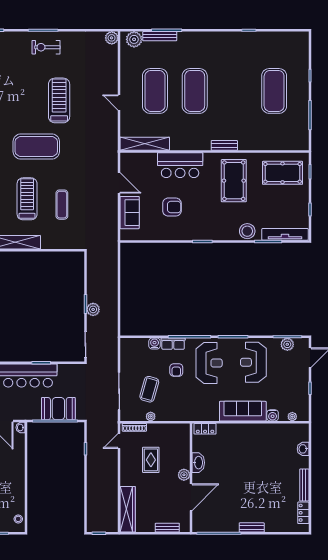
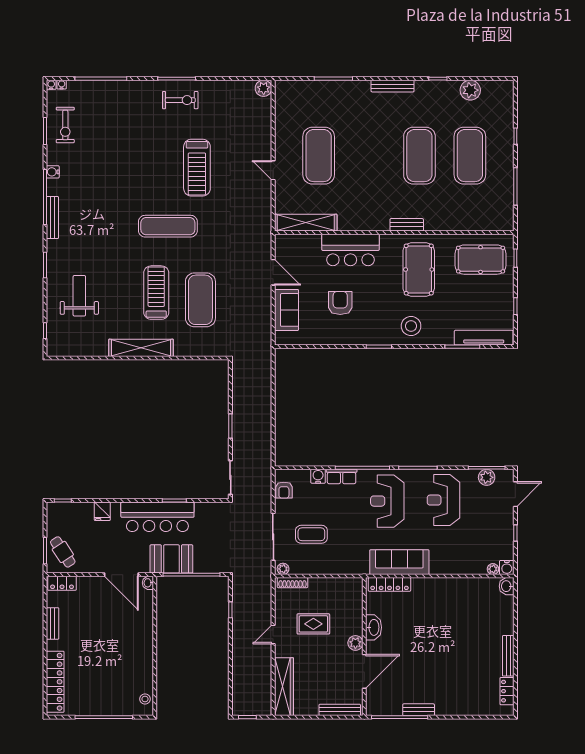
bench: (160, 36) -> (393, 86), moved
plant: (134, 39) -> (470, 90), moved
exercise bike: (46, 47) -> (180, 100), turned 180
exercise mat: (195, 91) -> (419, 156), moved
treadmill: (59, 100) -> (197, 168), turned 180
exercise mat: (36, 147) -> (168, 226), width x0.68
exercise mat: (62, 205) -> (200, 300), width x2.00, depth x1.45
armchair: (172, 207) -> (340, 303), turned -90
stool: (247, 231) -> (411, 326), moved
plant: (93, 309) -> (240, 433), removed
reception desk: (209, 363) -> (387, 501), turned 180
armchair: (176, 370) -> (284, 490), moved
coffee table: (149, 389) -> (311, 534), turned 74
booth: (58, 409) -> (171, 559), moved
sofa: (243, 411) -> (399, 562), moved
water cooler: (273, 415) -> (507, 567), moved
plant: (151, 416) -> (283, 569), moved
locker: (205, 429) -> (389, 584), width x1.53
door: (119, 441) -> (273, 634), moved
washbasin: (303, 449) -> (507, 586), moved
rug: (151, 460) -> (313, 624), turned 90
bench: (252, 527) -> (419, 710), moved
bench: (167, 528) -> (340, 710), width x1.36

